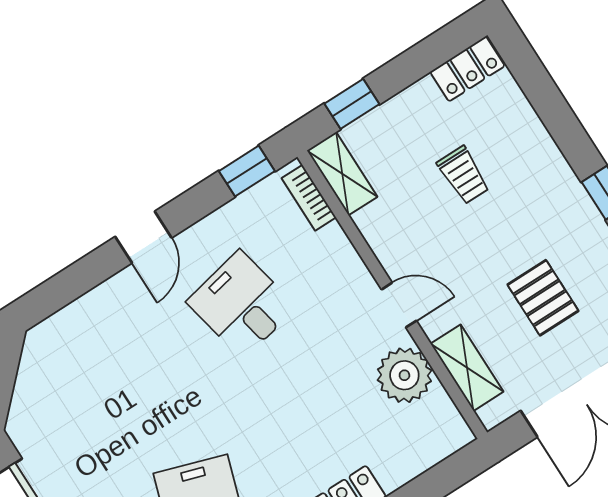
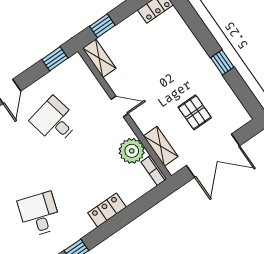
trolley: (463, 175) -> (156, 57), removed
bookcase: (309, 198) -> (154, 170), moved
door: (399, 305) -> (120, 106), moved

